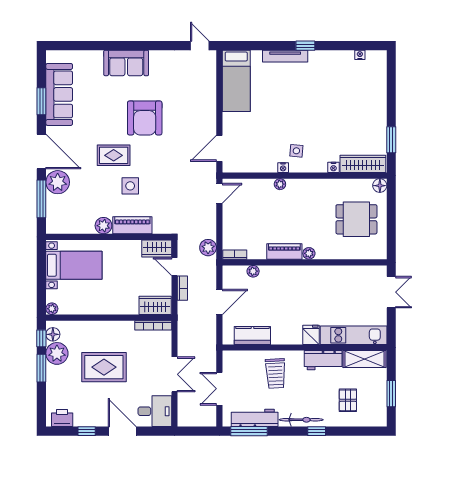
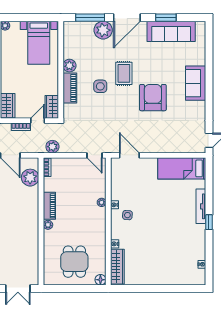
armchair: (145, 118) -> (153, 98), turned 90
window: (391, 140) -> (136, 289), removed
plant: (253, 271) -> (30, 178), width x1.88, depth x1.88

